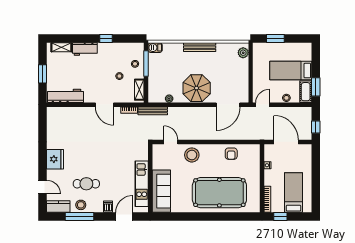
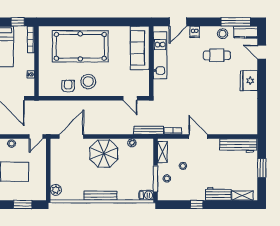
stool: (192, 155) -> (88, 82), moved
window: (79, 216) -> (236, 22), moved

